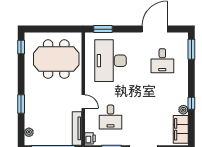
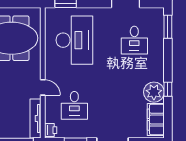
desk: (111, 61) -> (74, 40), turned 180
plant: (183, 110) -> (154, 92), width x1.87, depth x1.87

